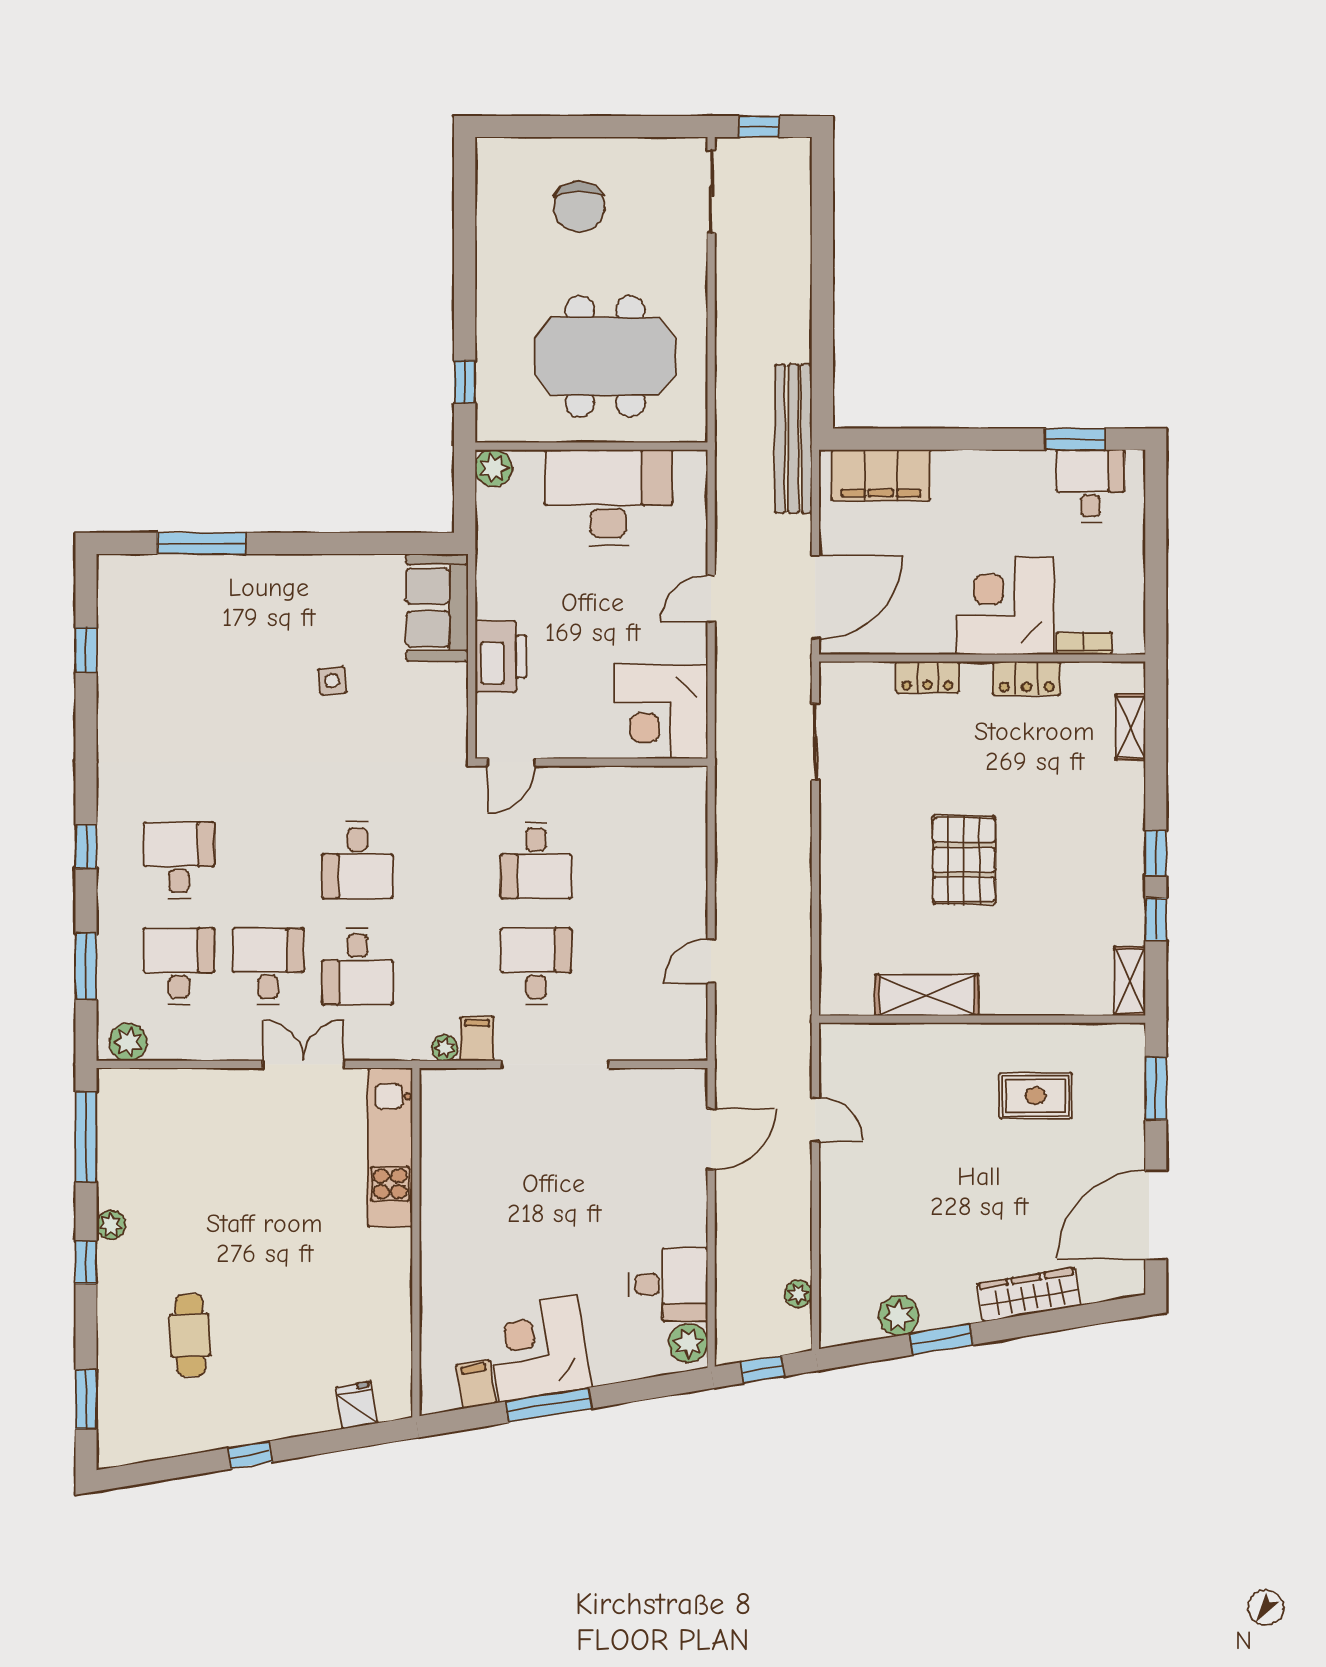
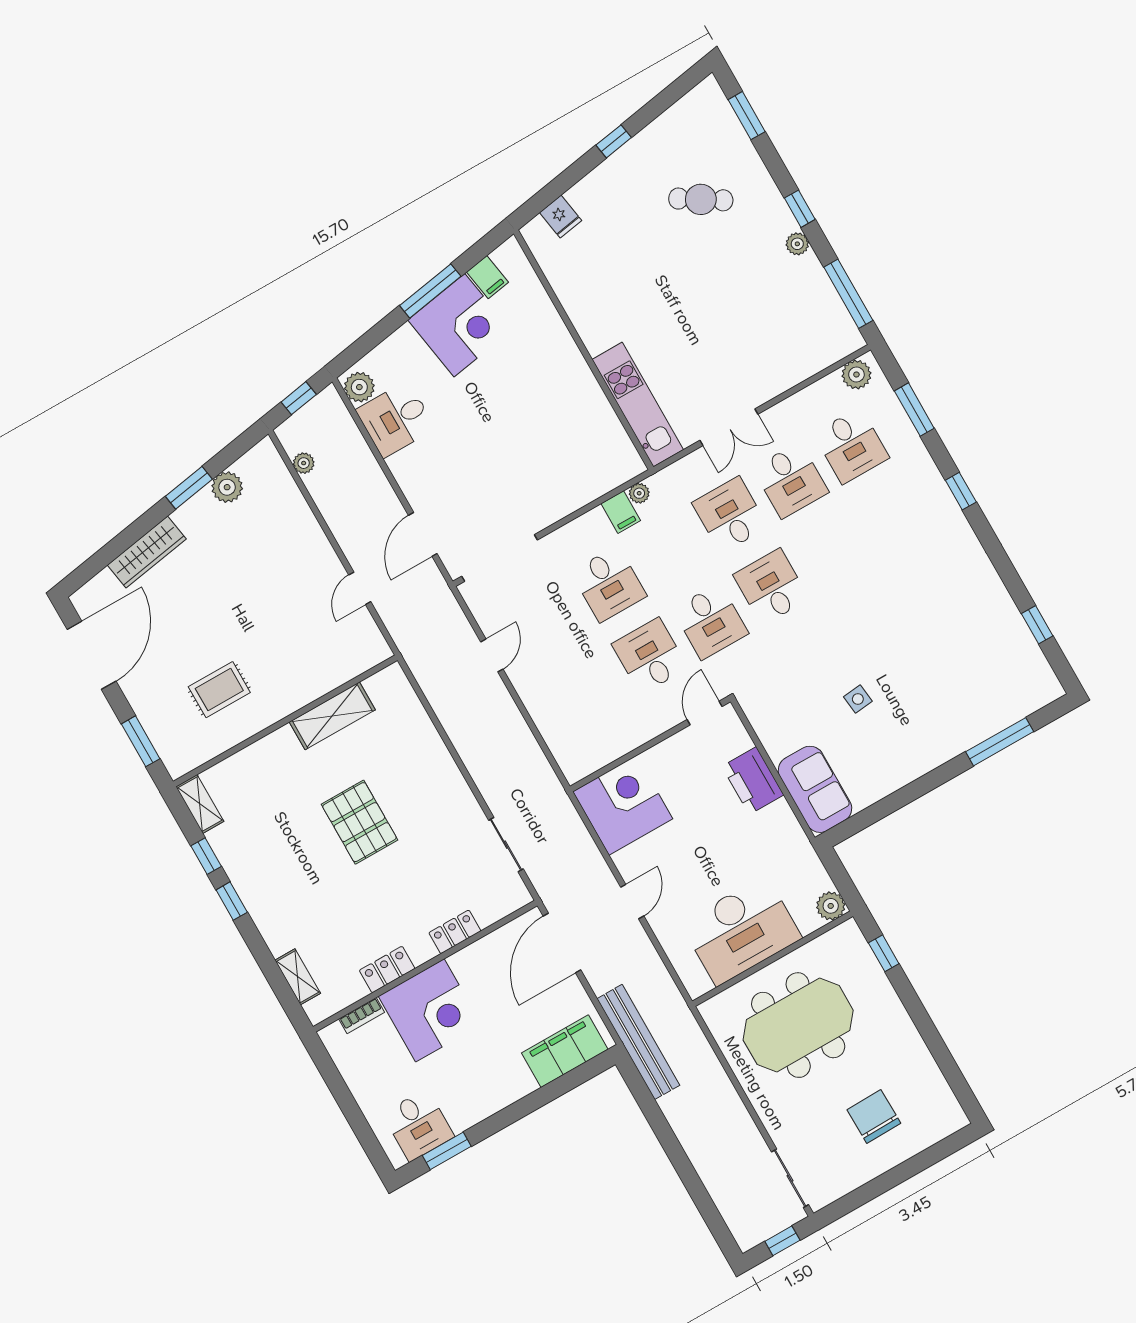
desk: (179, 860) -> (710, 621), moved
doorway: (555, 1064) -> (500, 558), moved
door: (815, 1119) -> (360, 588), hinge flipped
cafe table: (190, 1335) -> (701, 199), turned -56

